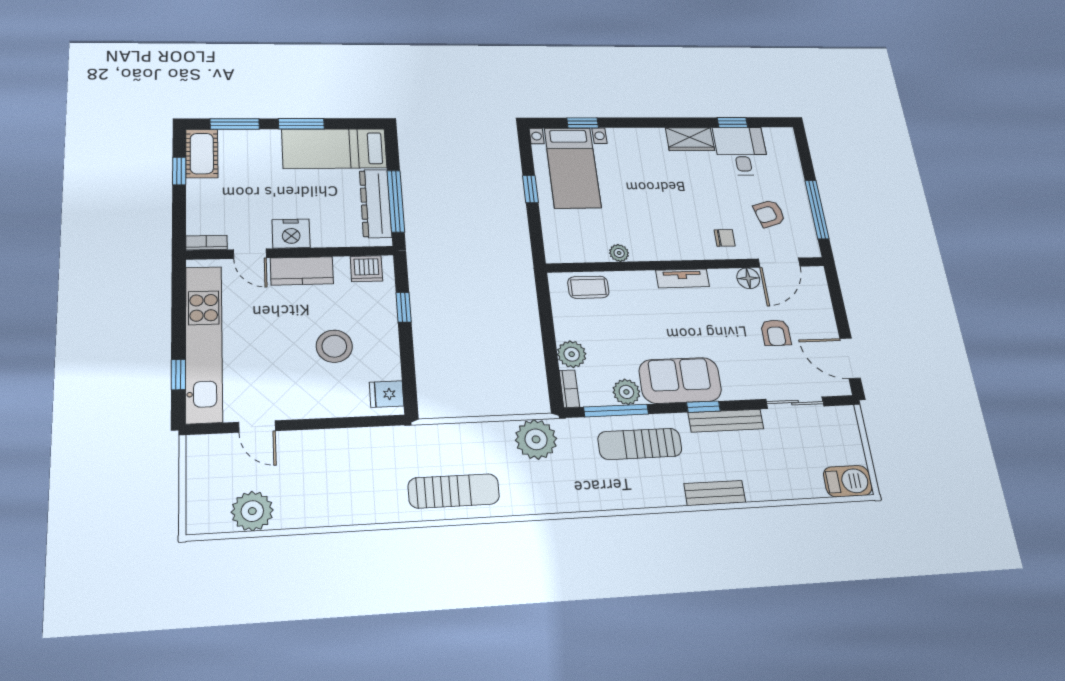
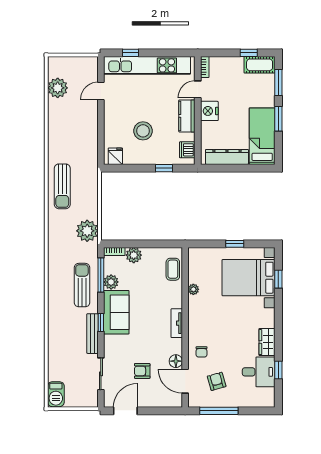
bed with nightstands: (573, 168) -> (249, 278), width x1.36
window: (396, 201) -> (228, 168), removed
bench: (715, 493) -> (54, 321), removed

